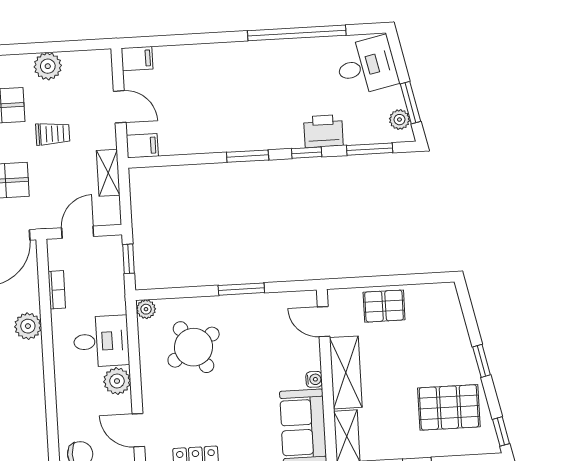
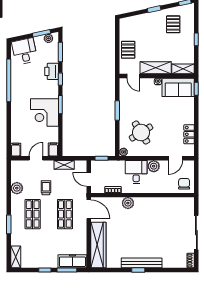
corner desk: (227, 120) -> (44, 113), added
door: (324, 322) -> (133, 76), hinge flipped
pallet: (449, 407) -> (173, 24), width x0.67, depth x0.71

